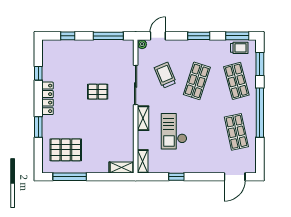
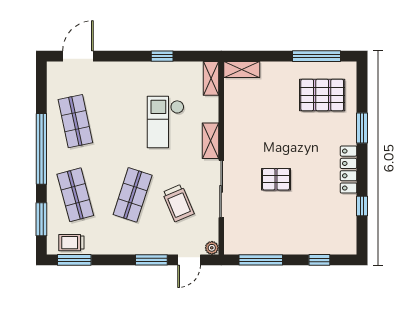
window: (199, 36) -> (151, 260), moved
checkout: (174, 131) -> (166, 122), turned 180

